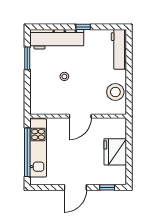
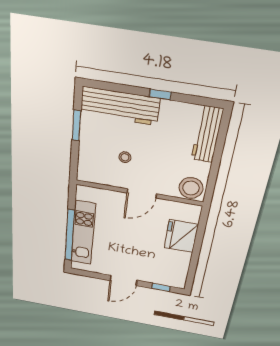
wall: (78, 116) -> (139, 193), moved
door: (80, 116) -> (142, 193), moved
fridge: (115, 152) -> (181, 236), moved

